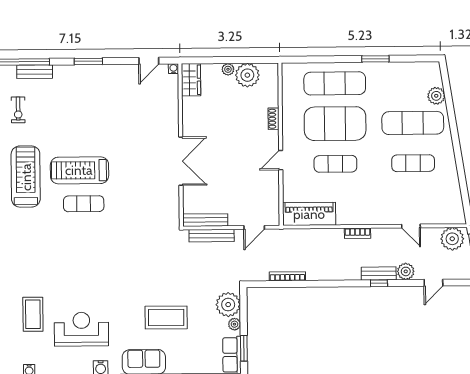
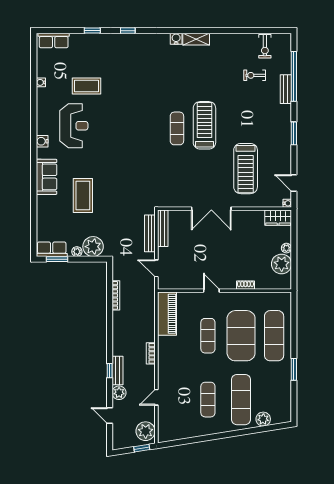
treadmill: (26, 177) -> (246, 169), moved, turned 90

